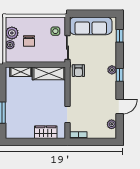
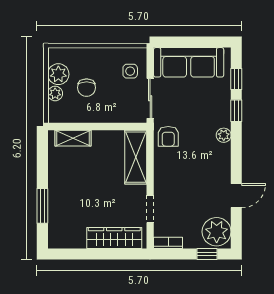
shelving: (49, 73) -> (136, 157), moved, turned 90
window: (120, 75) -> (236, 111), moved
plant: (112, 124) -> (217, 232), width x1.88, depth x1.88
wardrobe: (46, 132) -> (114, 238), width x1.50
window: (102, 142) -> (207, 254), added

